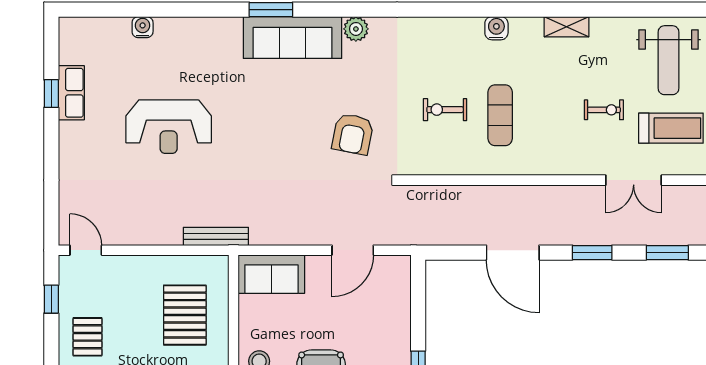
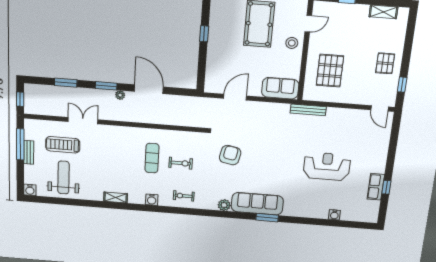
exercise bike: (604, 110) -> (184, 196), moved
plant: (565, 237) -> (120, 95), added

